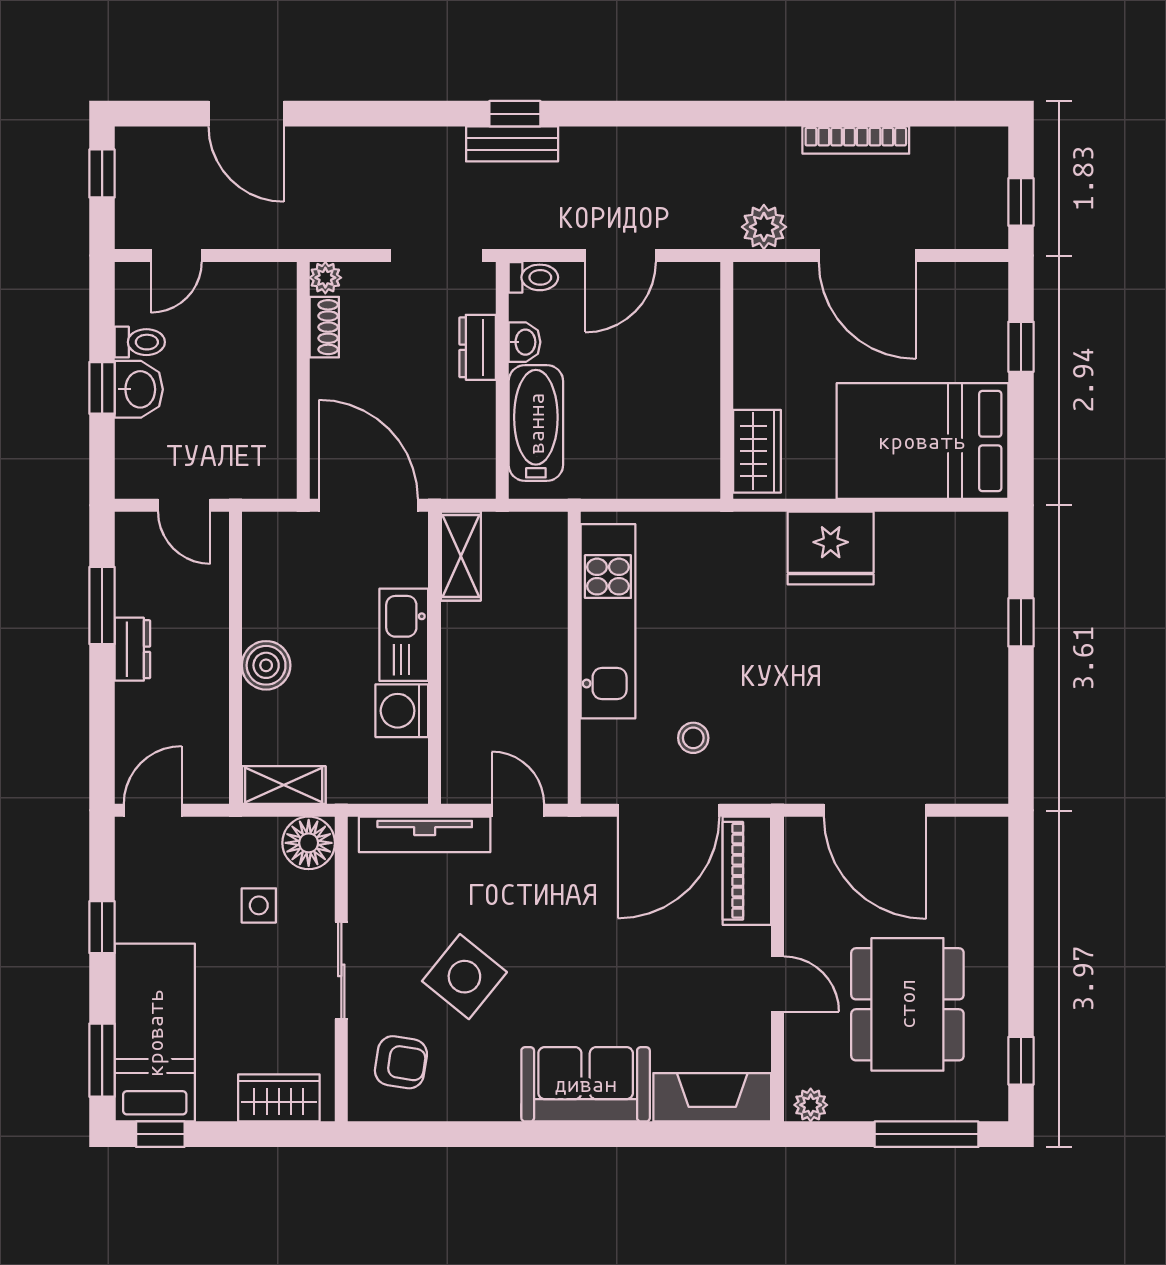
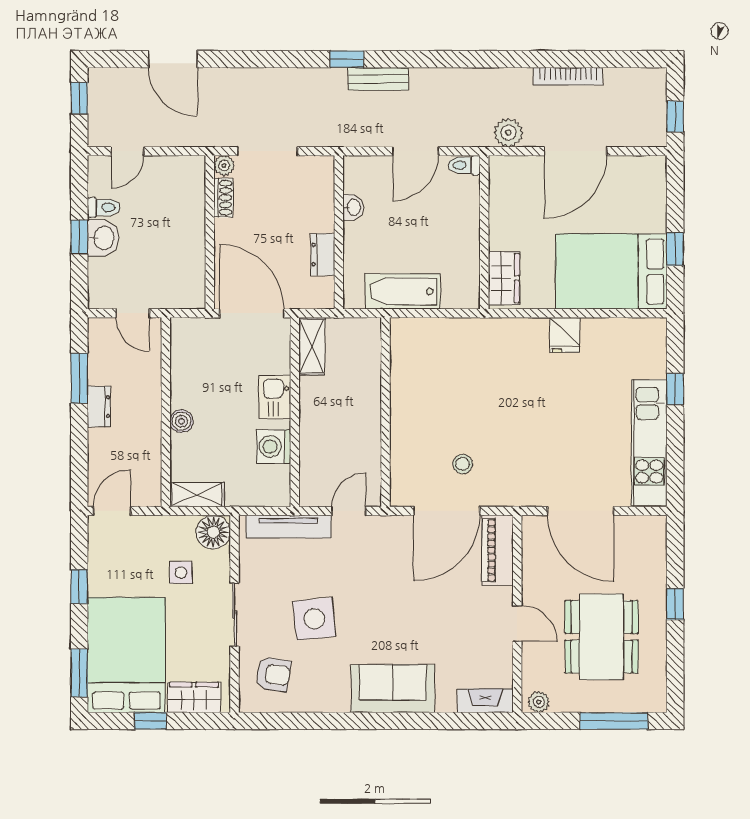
bench: (512, 144) -> (378, 79), moved
doorway: (436, 255) -> (268, 151), moved
door: (867, 255) -> (576, 151), hinge flipped
toilet: (533, 277) -> (464, 165), moved, turned 180
dresser: (478, 347) -> (323, 255), moved
window: (1021, 347) -> (675, 249), moved
bathtub: (536, 423) -> (403, 291), moved, turned -90
fridge: (831, 548) -> (565, 335), width x0.53, depth x0.75
kitchen unit: (608, 621) -> (649, 443), moved, turned 180
kitchen sink: (404, 635) -> (275, 397), width x0.73
boiler: (266, 665) -> (181, 421), width x0.73, depth x0.73
door: (518, 810) -> (349, 511), hinge flipped
side table: (464, 977) -> (314, 619), turned 45
bed: (155, 1033) -> (126, 655), width x1.50
window: (1021, 1061) -> (675, 604), moved
fireplace: (712, 1097) -> (485, 701), width x0.73, depth x0.76
window: (160, 1134) -> (150, 721), moved

